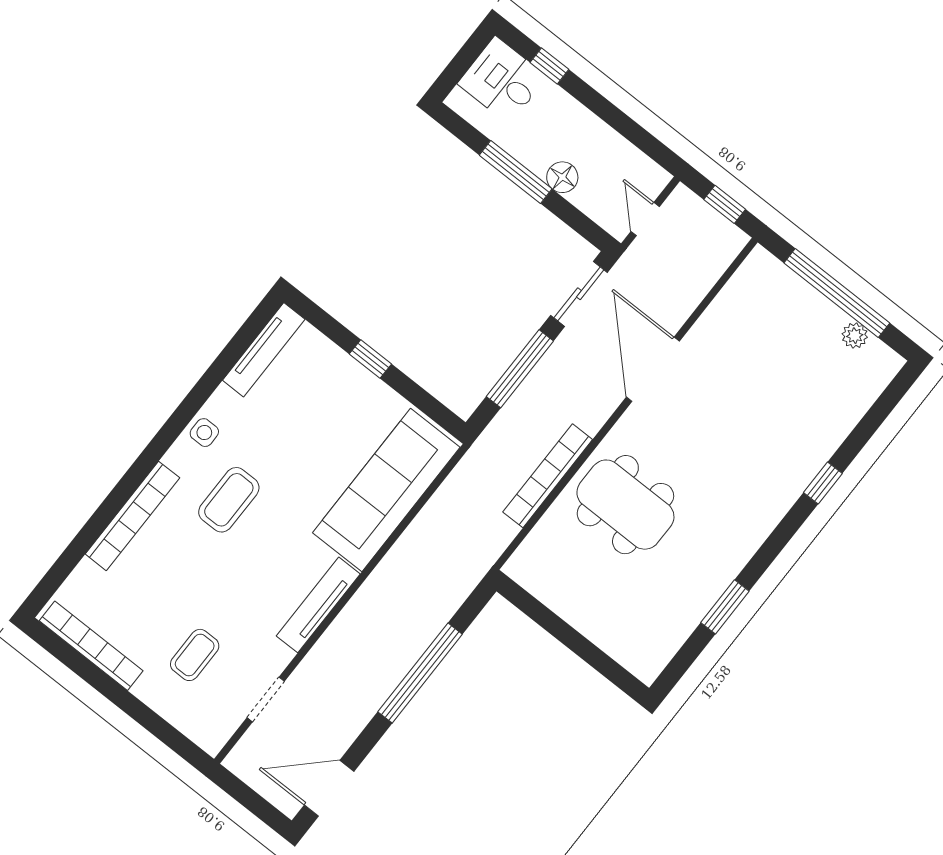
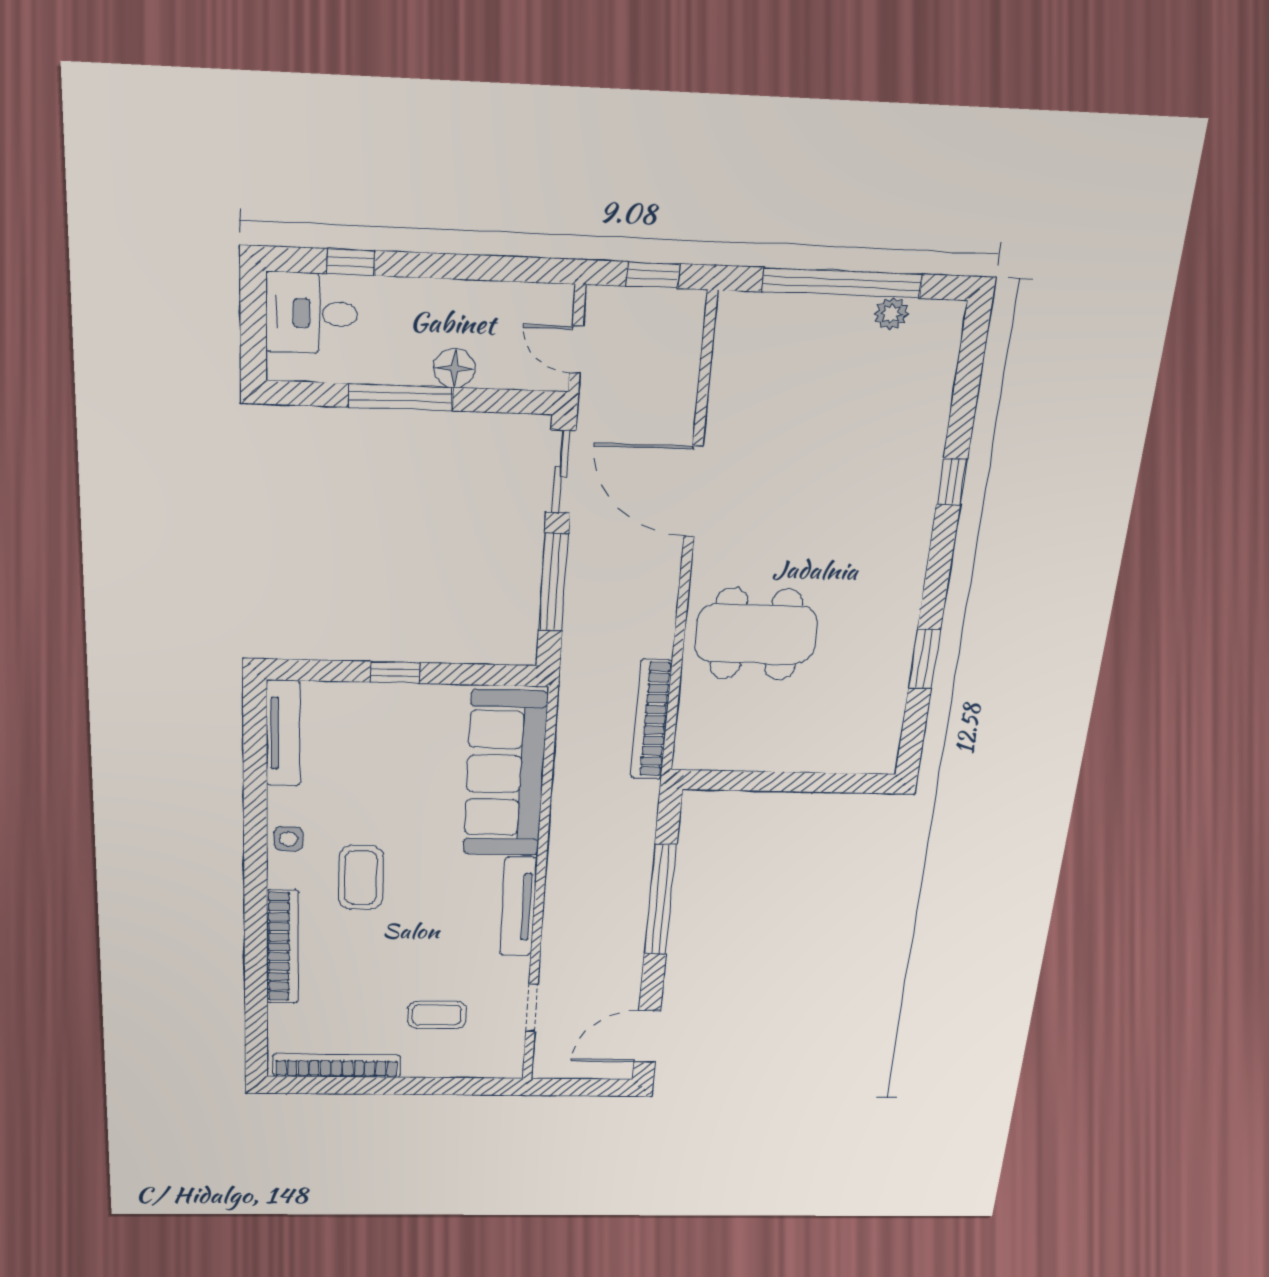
bookcase: (548, 476) -> (651, 720), moved
coffee table: (195, 655) -> (437, 1015), turned 90

